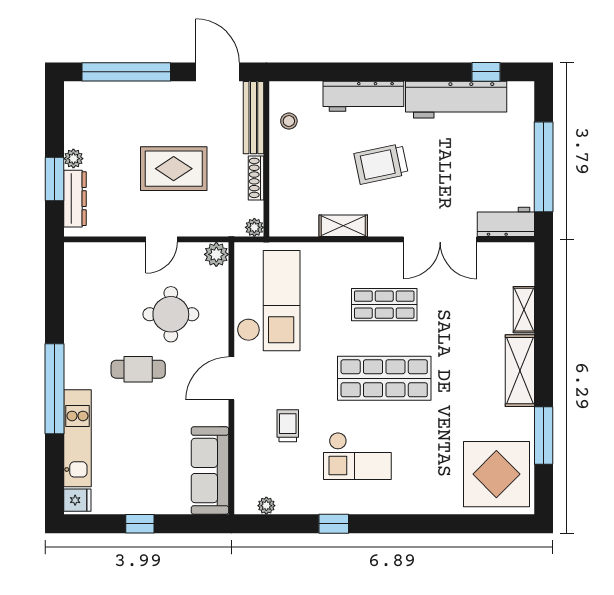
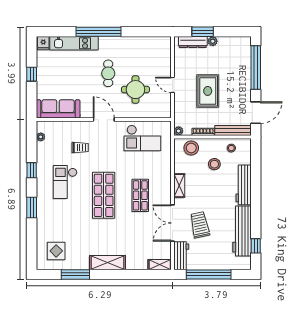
stool: (321, 155) -> (214, 164), added
trolley: (381, 164) -> (200, 225), moved
stool: (289, 202) -> (191, 148), added
shelving: (343, 226) -> (179, 186), moved
plant: (216, 254) -> (165, 112), removed
checkout: (269, 301) -> (142, 138), width x0.73, depth x0.83
shelving: (524, 310) -> (160, 265), moved
display table: (496, 474) -> (56, 251), width x0.54, depth x0.54
window: (409, 524) -> (32, 207), added

